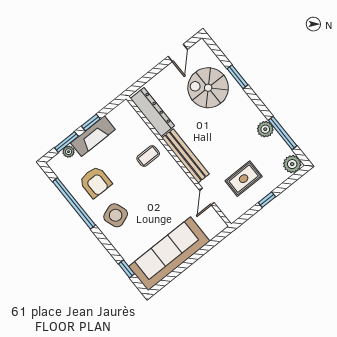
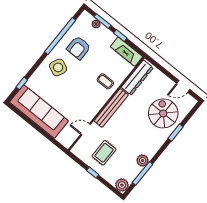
fireplace: (93, 136) -> (127, 52), moved
rug: (244, 179) -> (104, 153), turned 90
side table: (116, 215) -> (58, 67), turned 45

